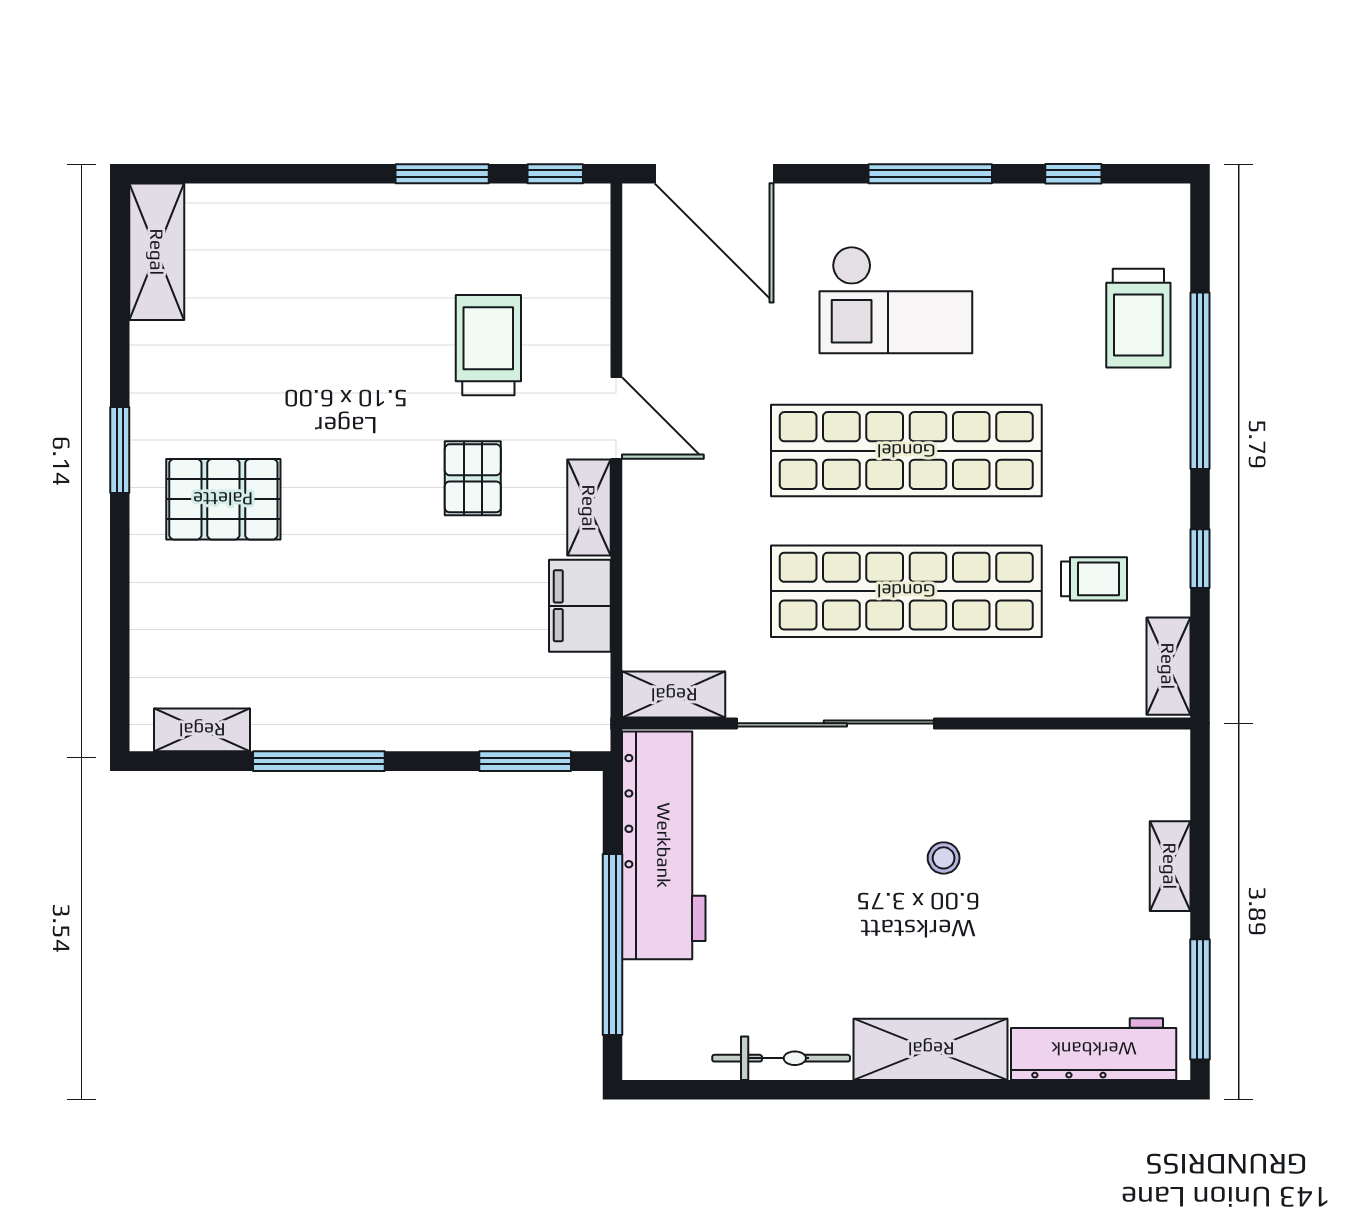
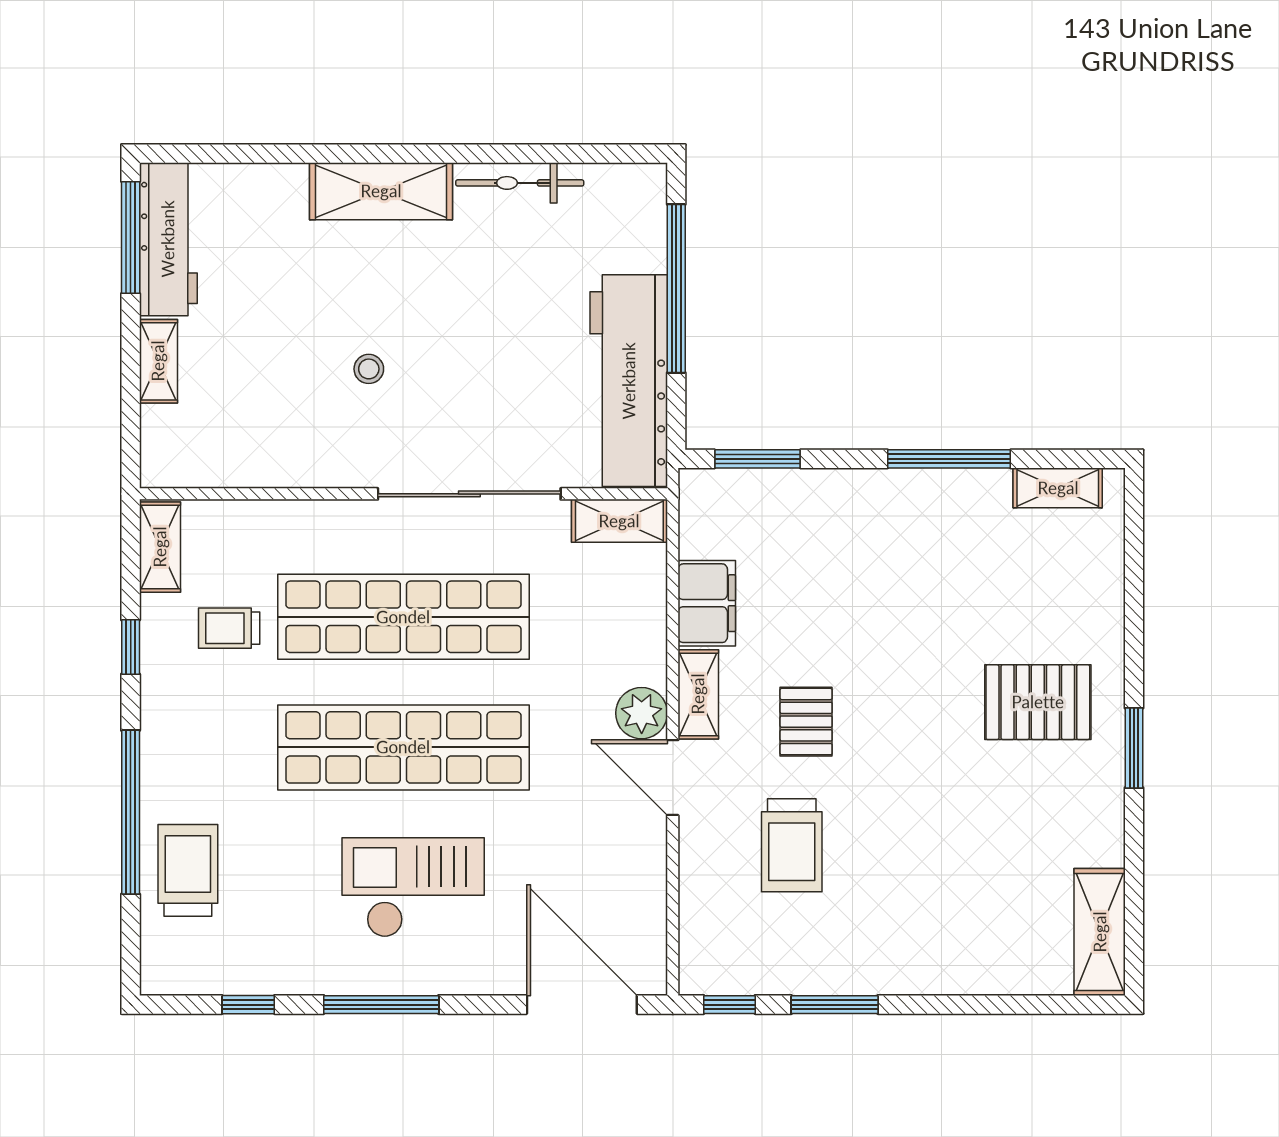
plant: (650, 487) -> (642, 713), added
workbench: (1094, 1049) -> (168, 239), moved, turned -90

